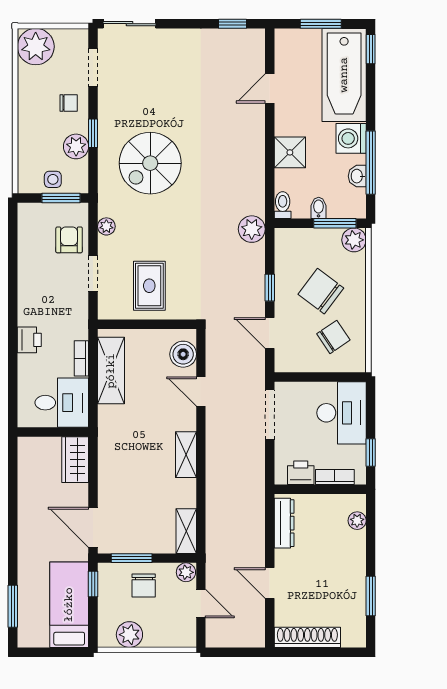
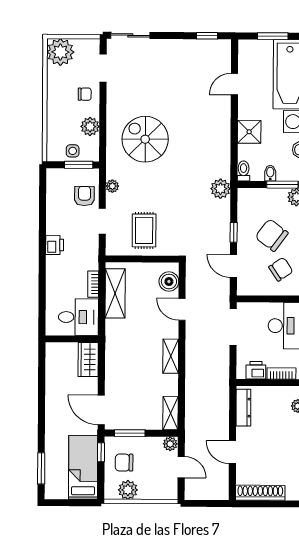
window: (93, 133) -> (103, 117), removed
spiral stairs: (150, 163) -> (145, 139), turned 90
printer: (29, 340) -> (55, 245), moved
chair: (144, 586) -> (124, 463), moved, turned 90

